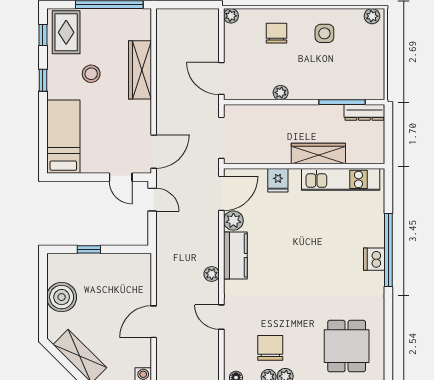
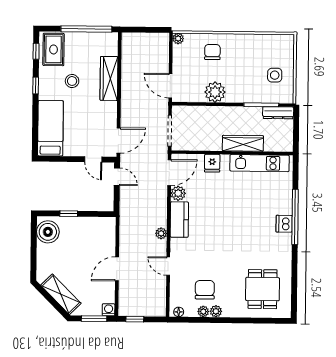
plant: (372, 16) -> (285, 40), removed
side table: (324, 33) -> (275, 75), moved
plant: (281, 93) -> (215, 92), width x1.88, depth x1.88
boiler: (62, 297) -> (48, 232), moved

